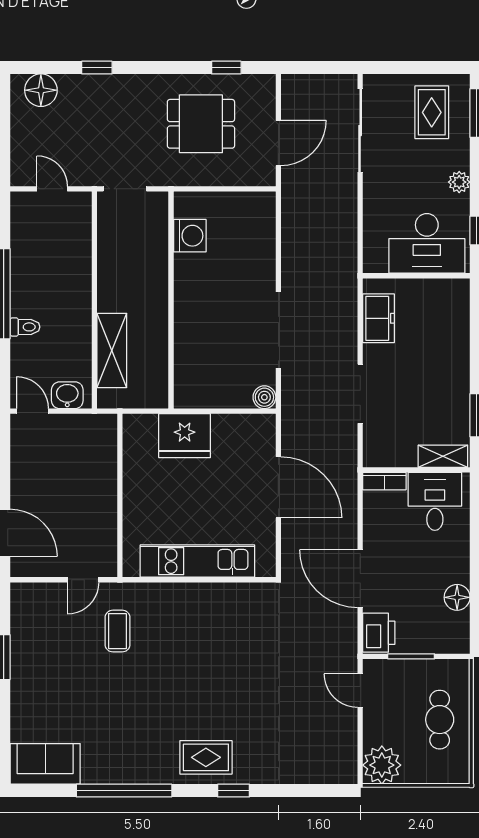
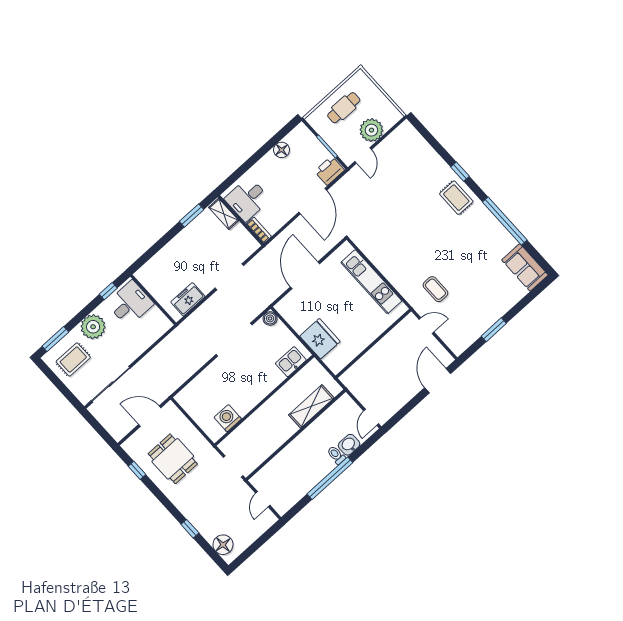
plant: (459, 182) -> (93, 327), width x1.88, depth x1.88
desk: (427, 243) -> (130, 304), width x0.73
kitchen sink: (189, 375) -> (291, 362), added
washbasin: (67, 395) -> (349, 445), moved, turned 90
coffee table: (118, 631) -> (435, 289), turned 90
plant: (382, 765) -> (371, 130), moved

